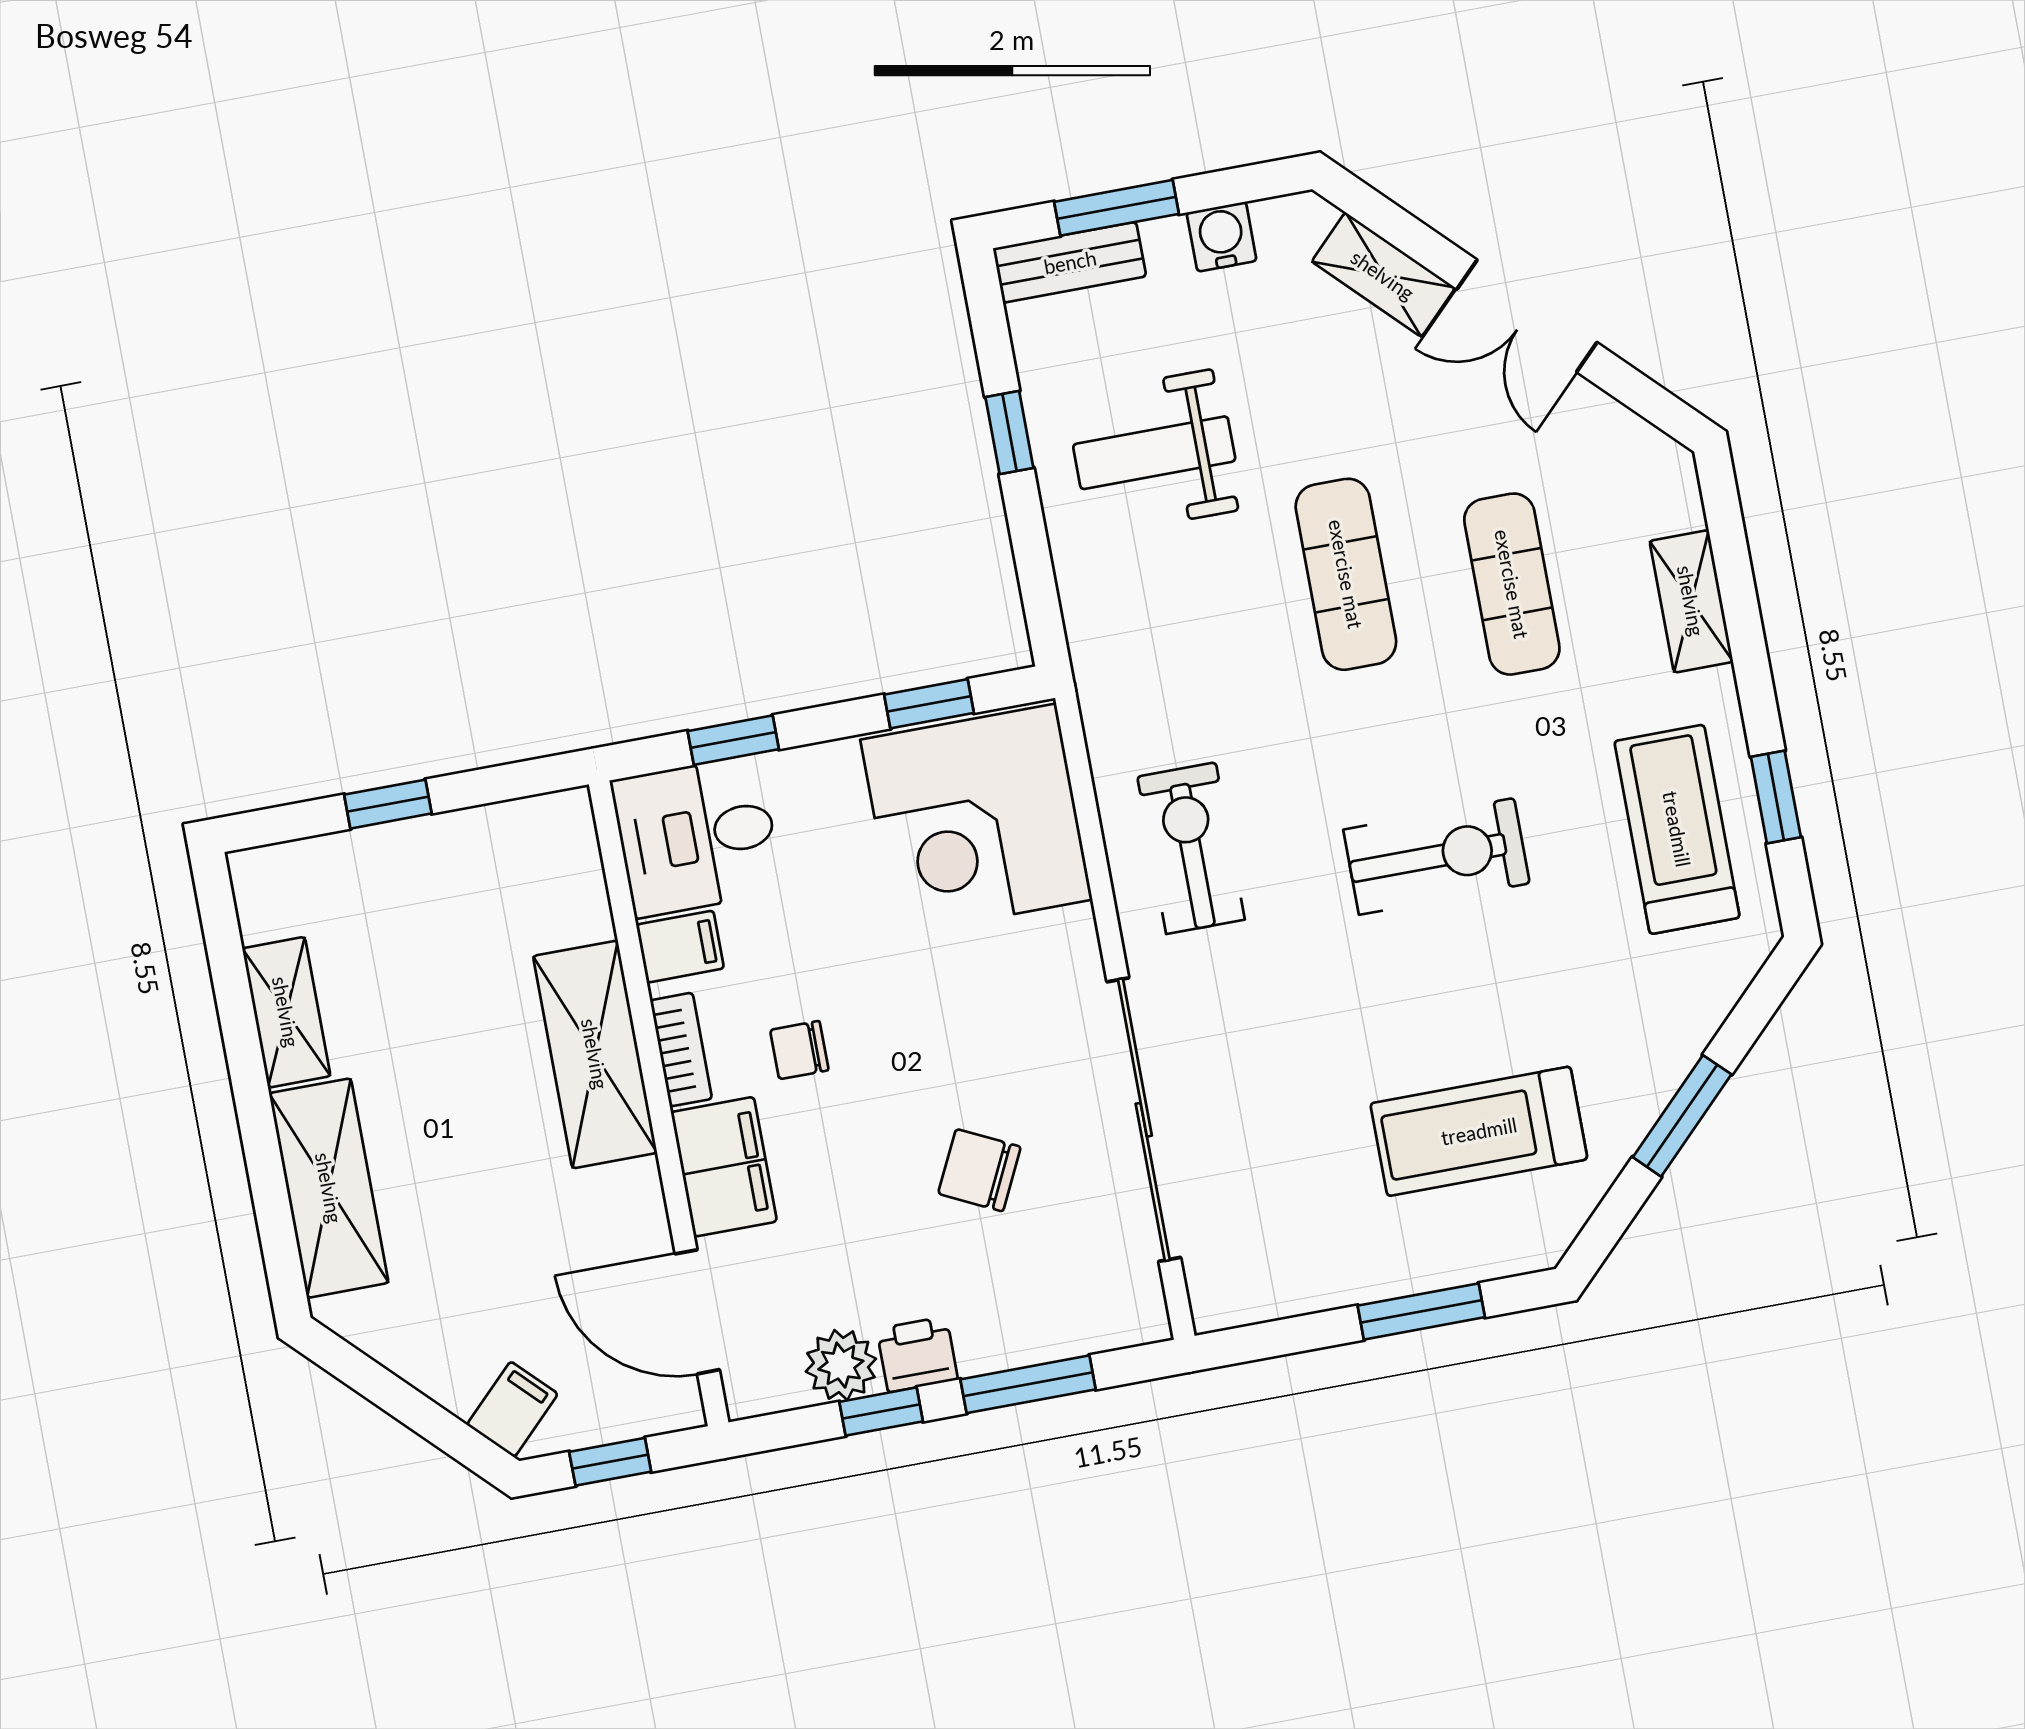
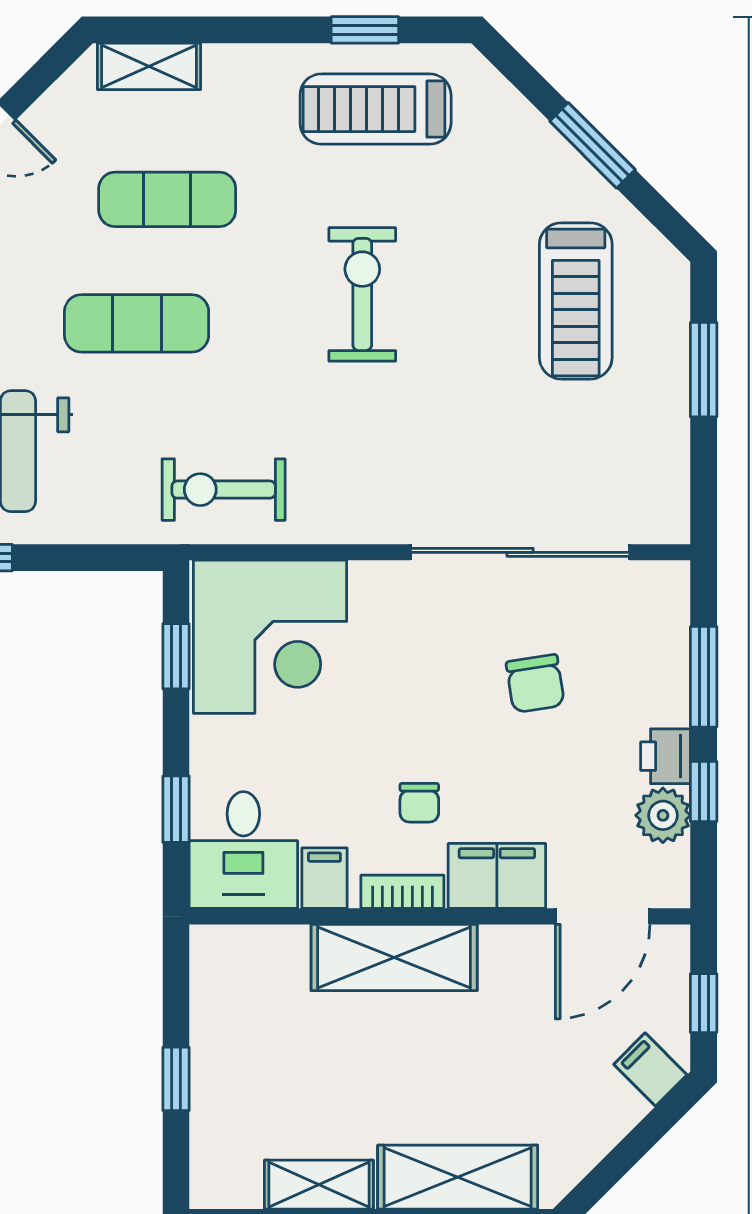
shelving: (1691, 601) -> (149, 66), moved
exercise bike: (1191, 848) -> (224, 490), moved
chair: (979, 1170) -> (535, 683), turned -35

